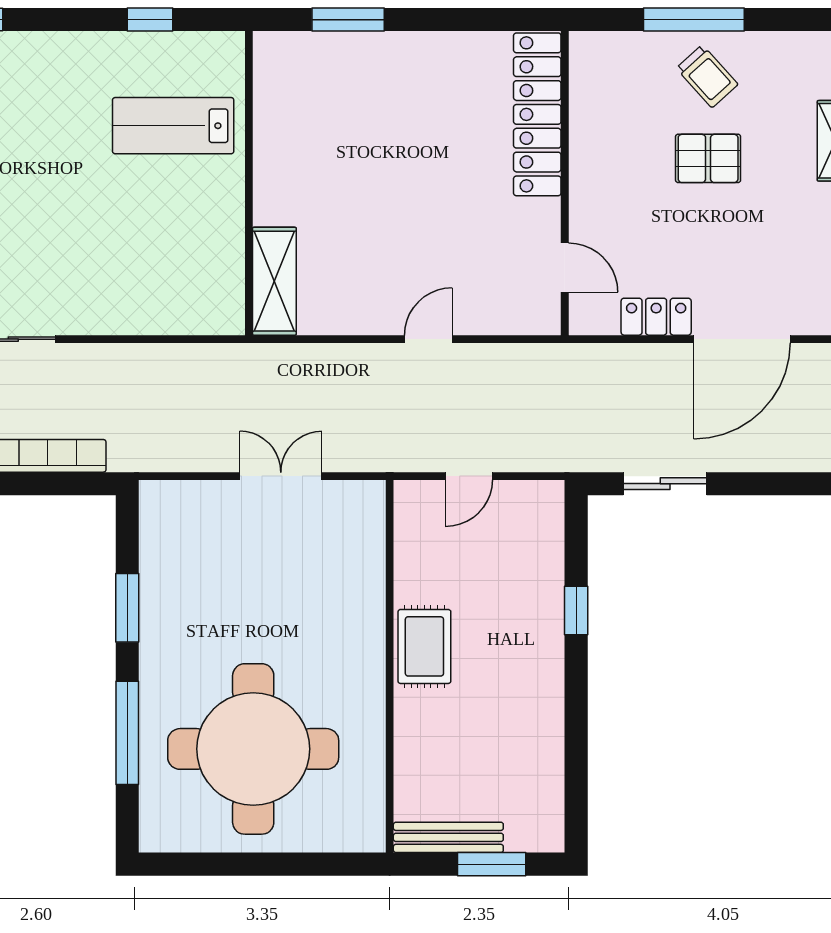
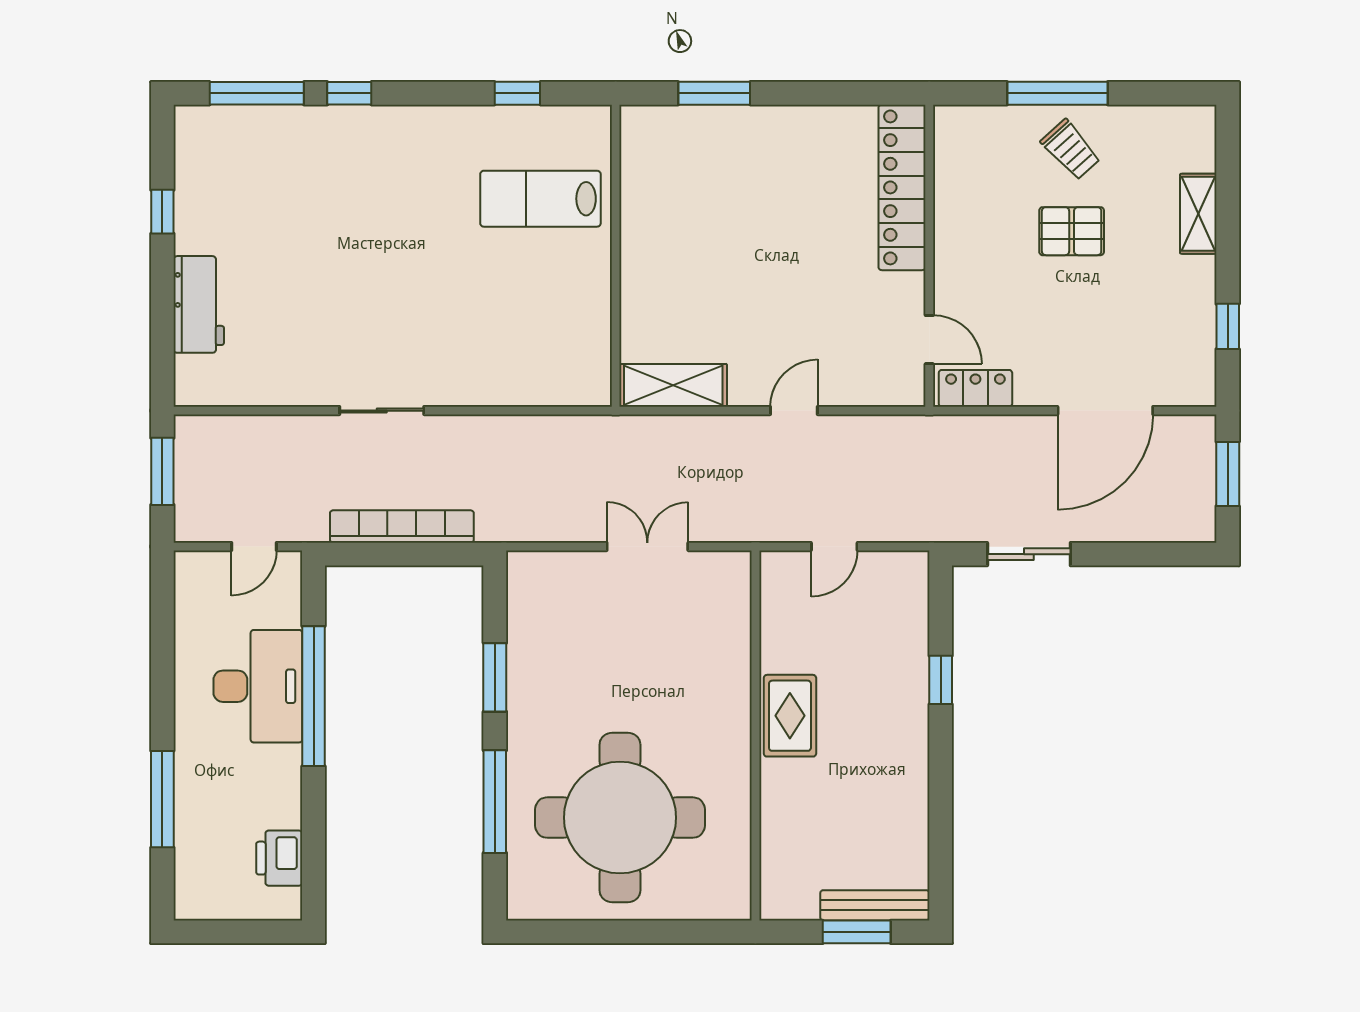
shelving: (274, 281) -> (673, 385), moved, turned 90
locker: (656, 317) -> (975, 388), moved
bench: (448, 837) -> (875, 905), moved

